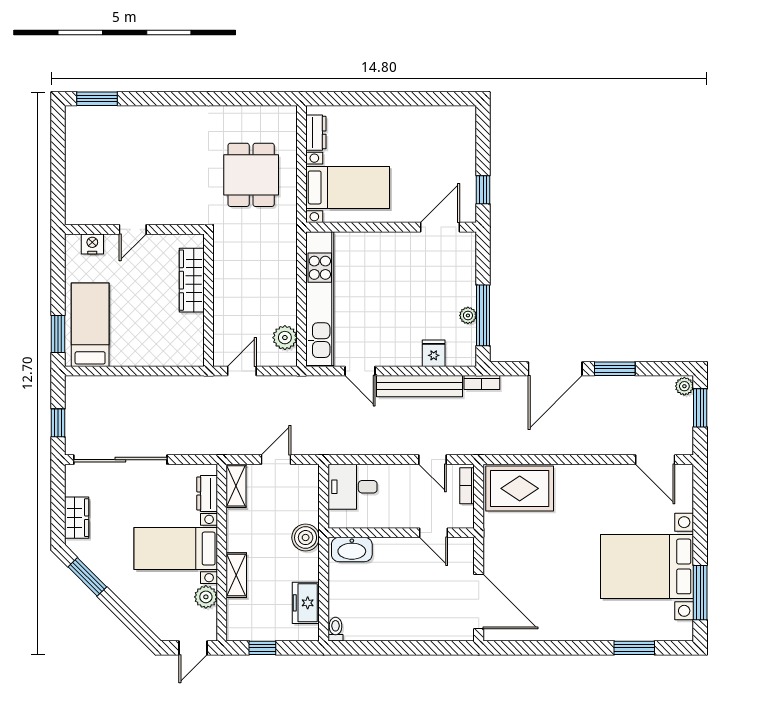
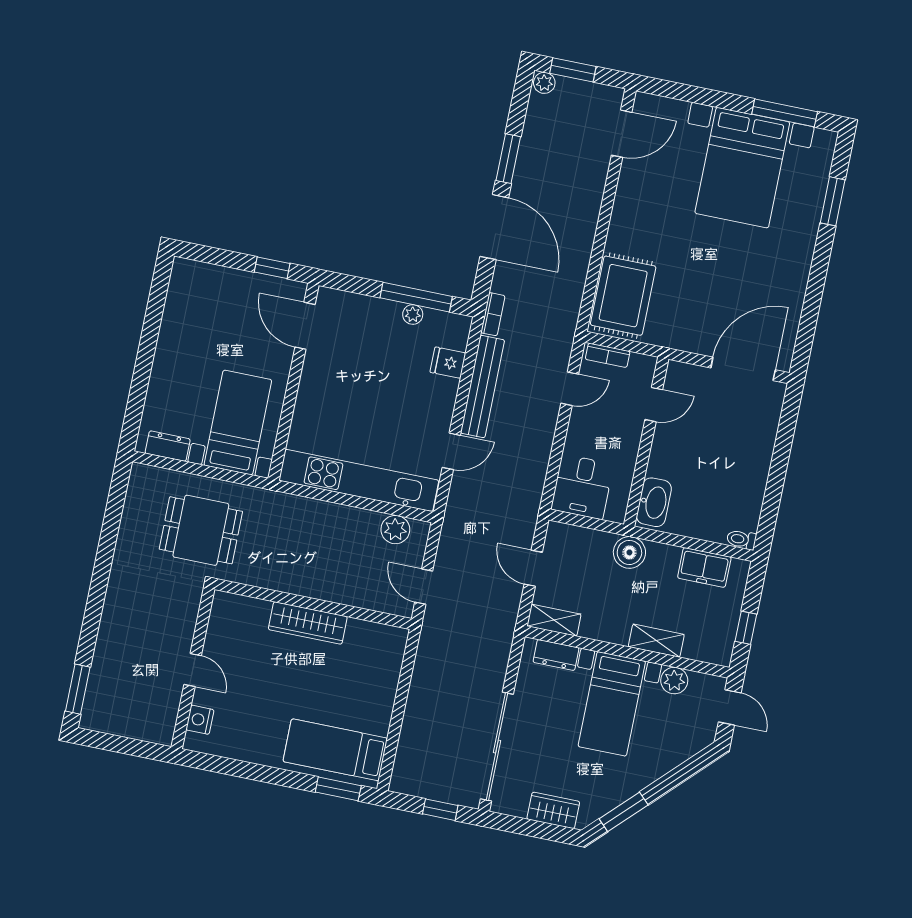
door: (133, 229) -> (193, 670), moved
wall: (134, 229) -> (193, 668), moved
nightstand: (92, 244) -> (200, 720), moved

